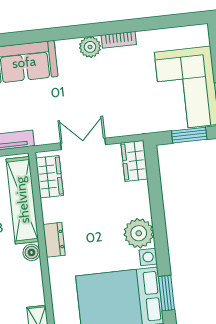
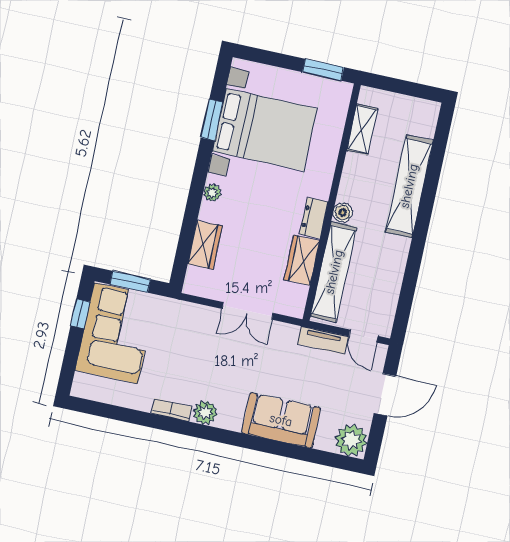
wardrobe: (134, 161) -> (205, 245), moved
wardrobe: (49, 177) -> (302, 260), moved
plant: (139, 233) -> (212, 193), width x0.53, depth x0.53

